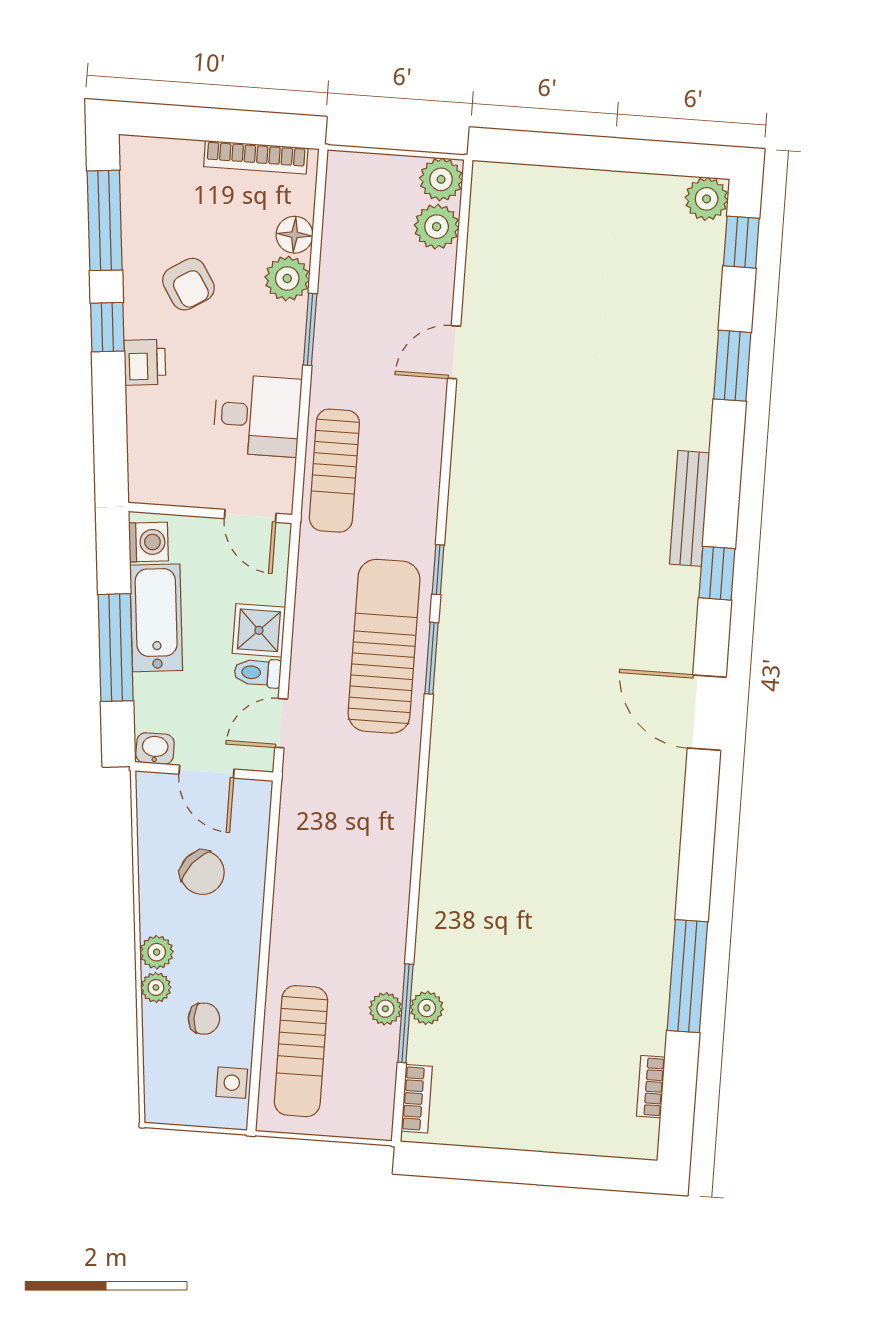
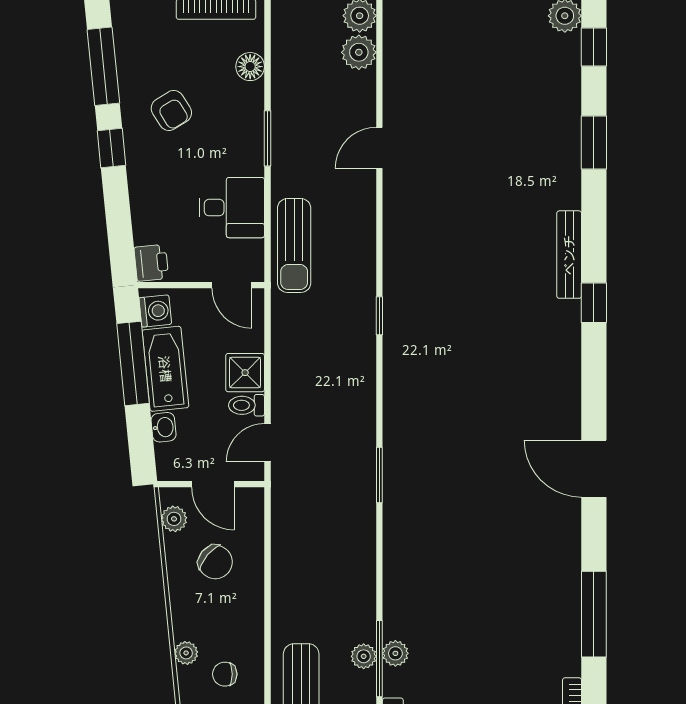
plant: (287, 278) -> (247, 101), removed
printer: (145, 362) -> (151, 263), moved
sun lounger: (384, 646) -> (342, 378), removed
window: (116, 648) -> (133, 363), moved
window: (432, 658) -> (379, 475), moved
door: (707, 713) -> (594, 469), moved
washbasin: (155, 749) -> (164, 427), moved, turned 84
plant: (157, 952) -> (174, 519), moved
chair: (204, 1019) -> (225, 674), turned 180

